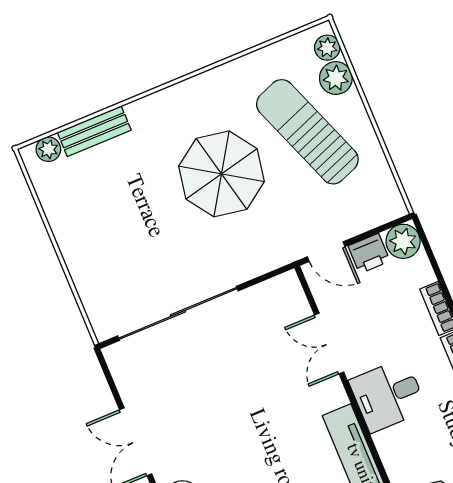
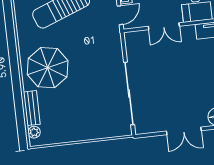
parasol: (222, 174) -> (48, 68), moved

